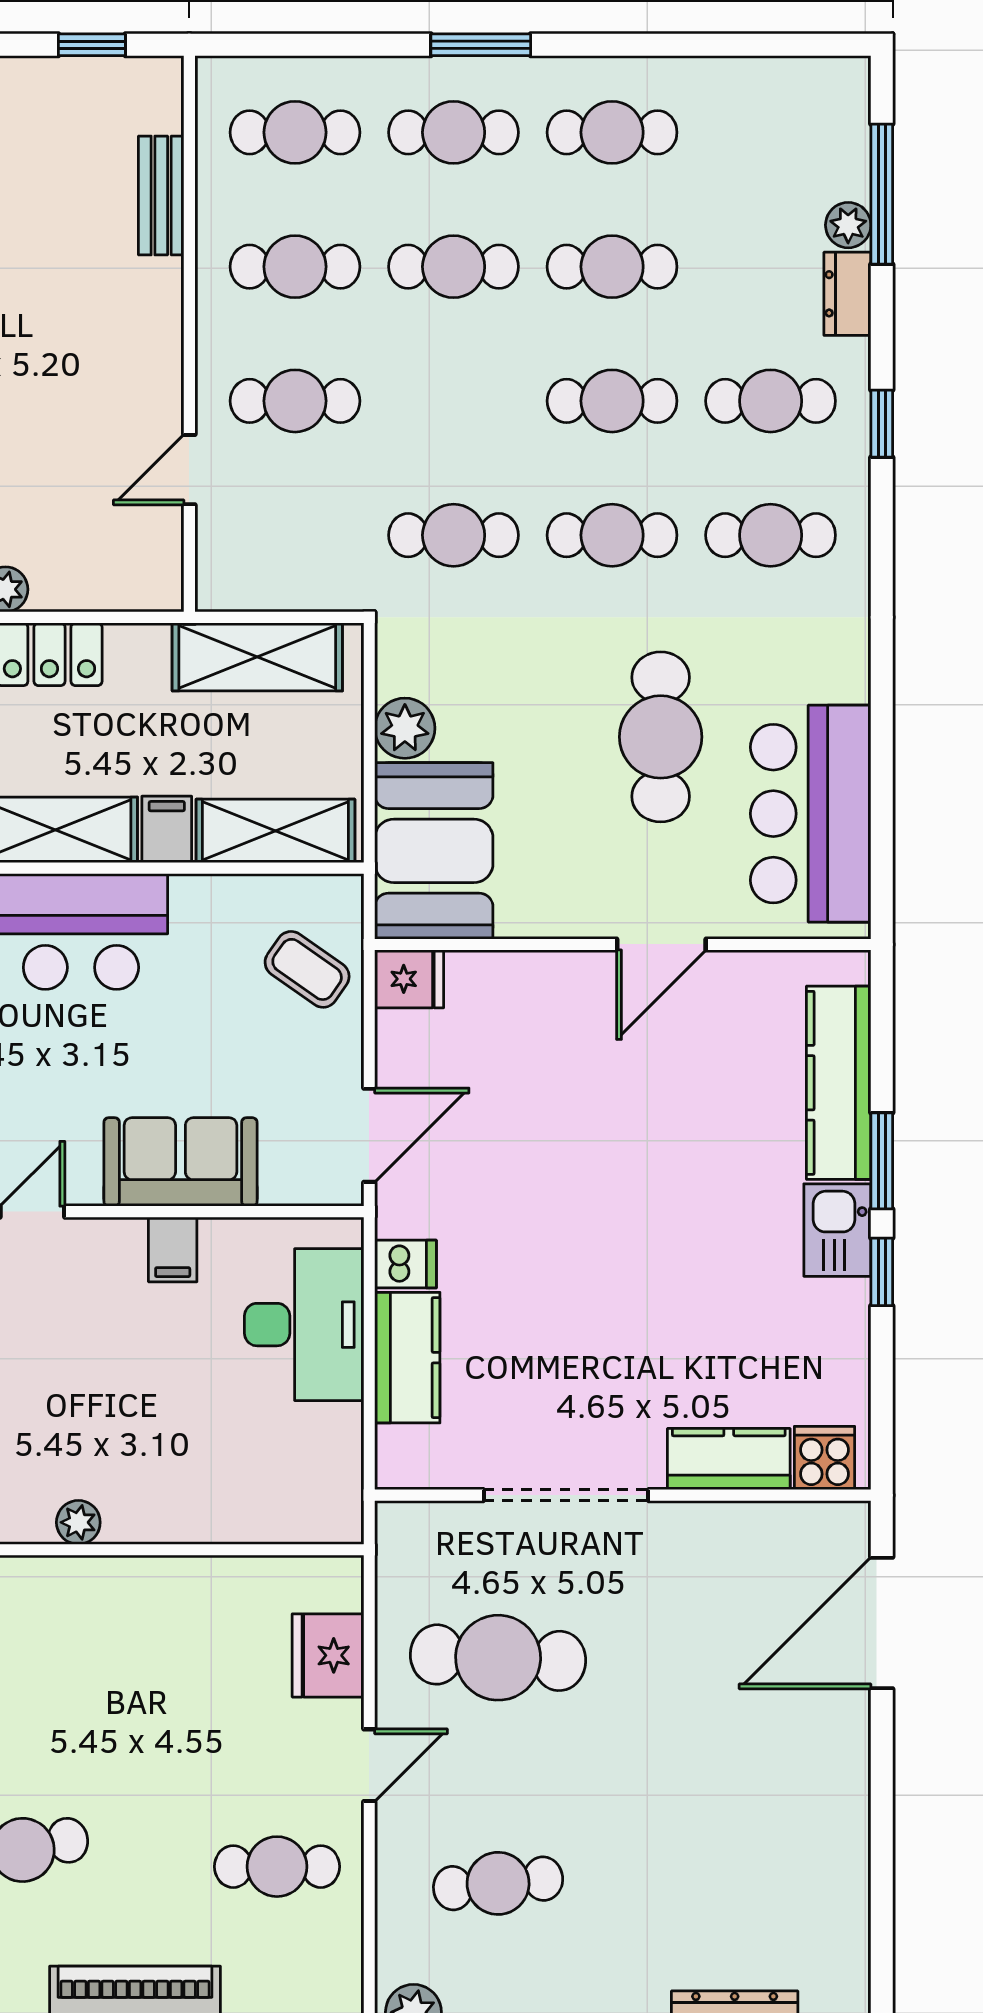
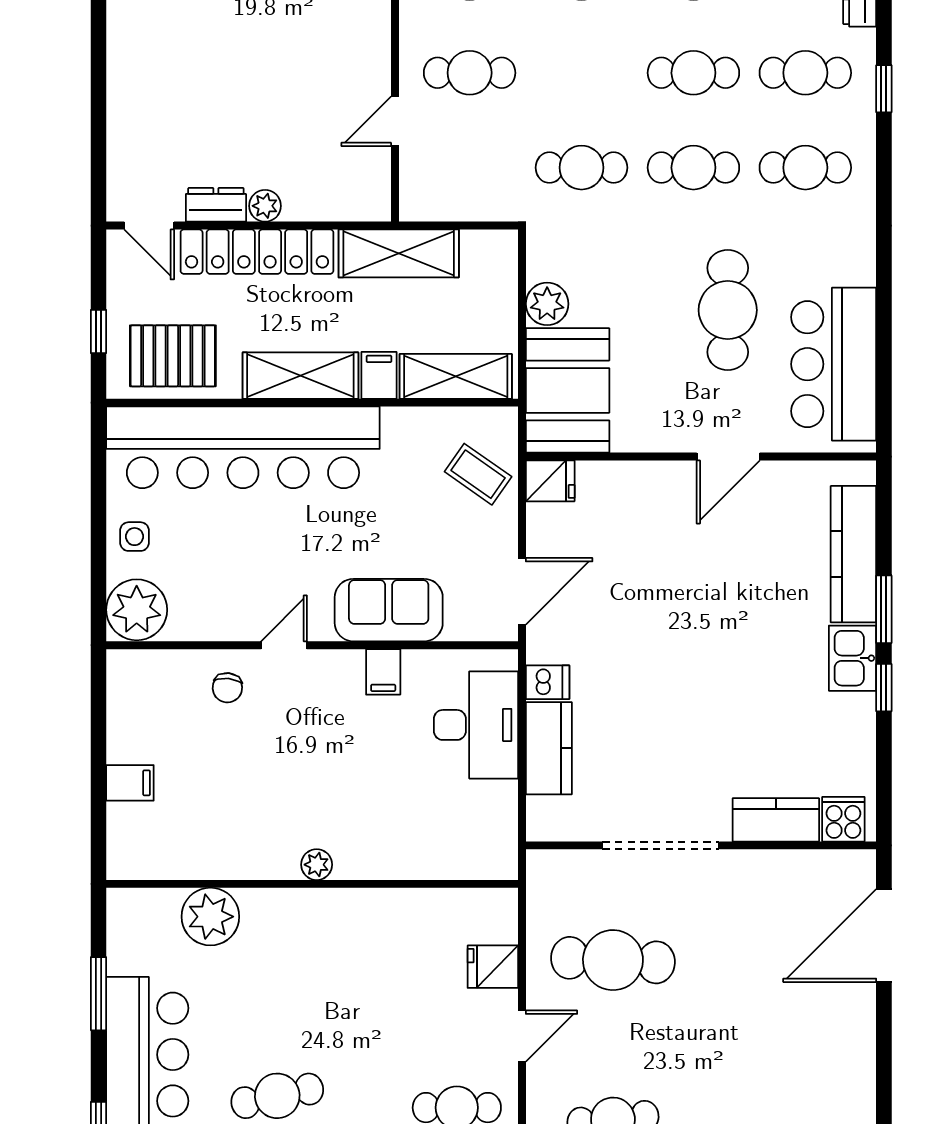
shelving: (257, 657) -> (399, 253), moved
fridge: (328, 1655) -> (493, 967), width x0.72

